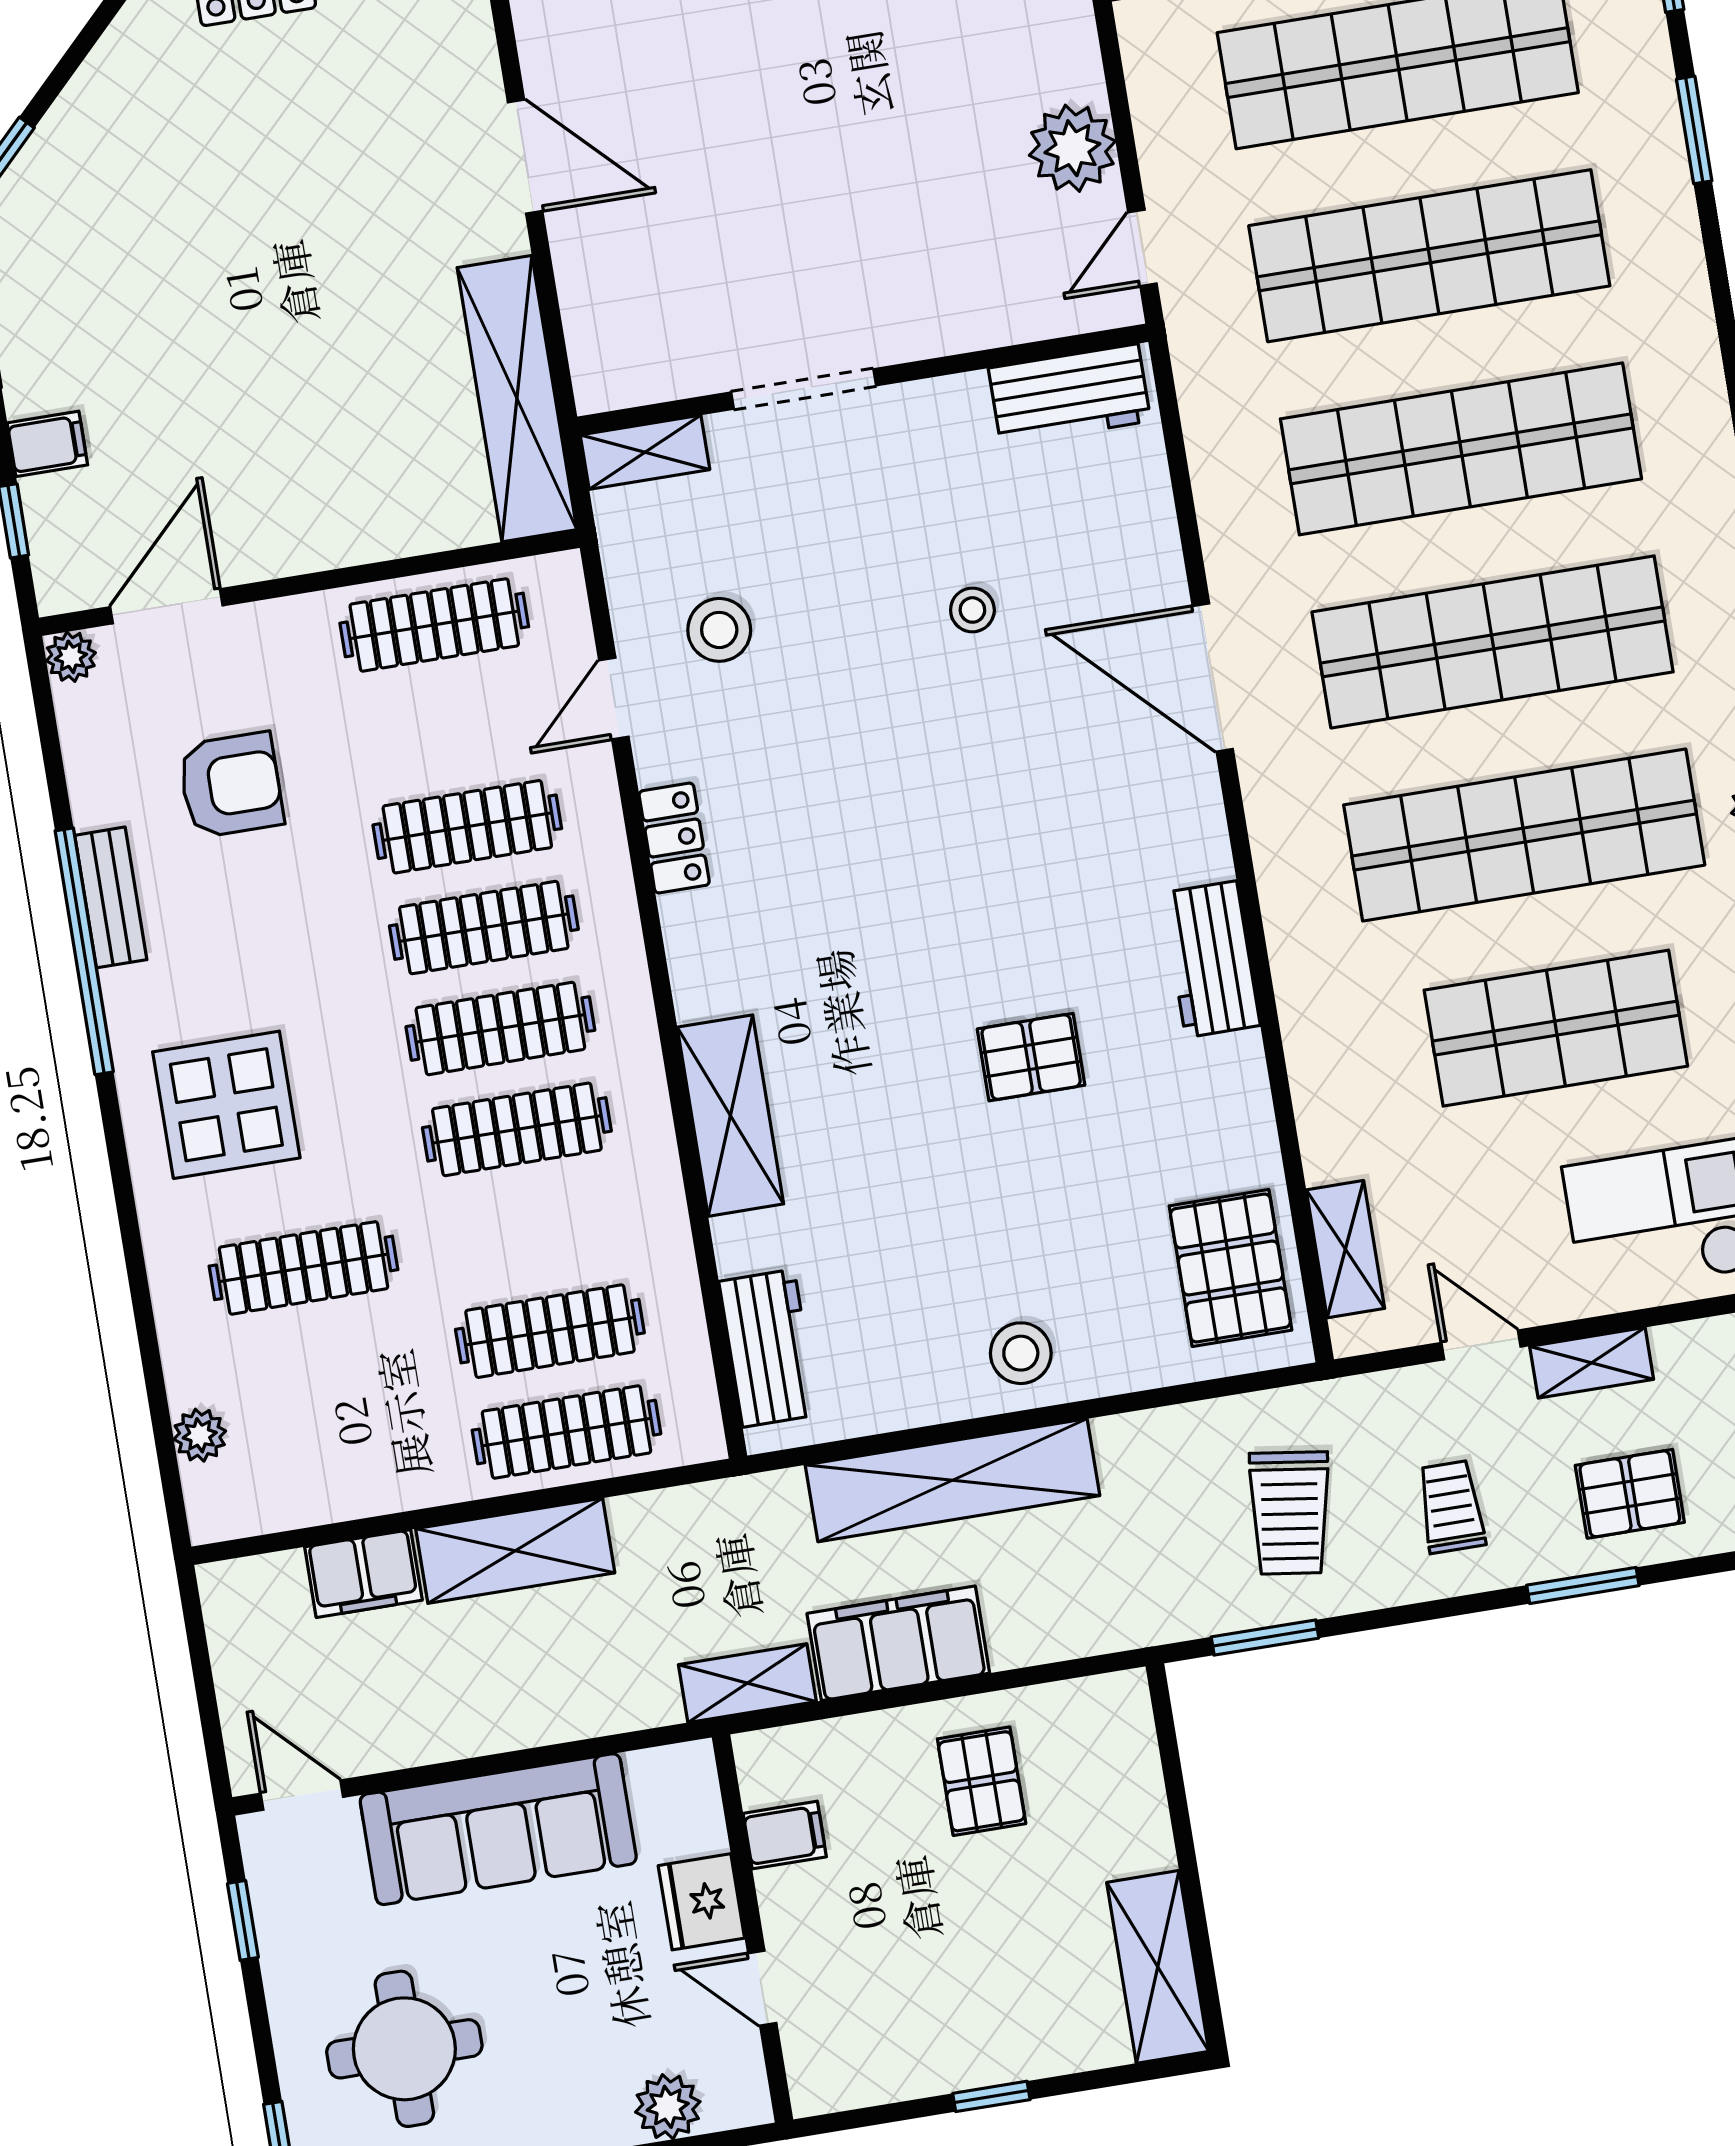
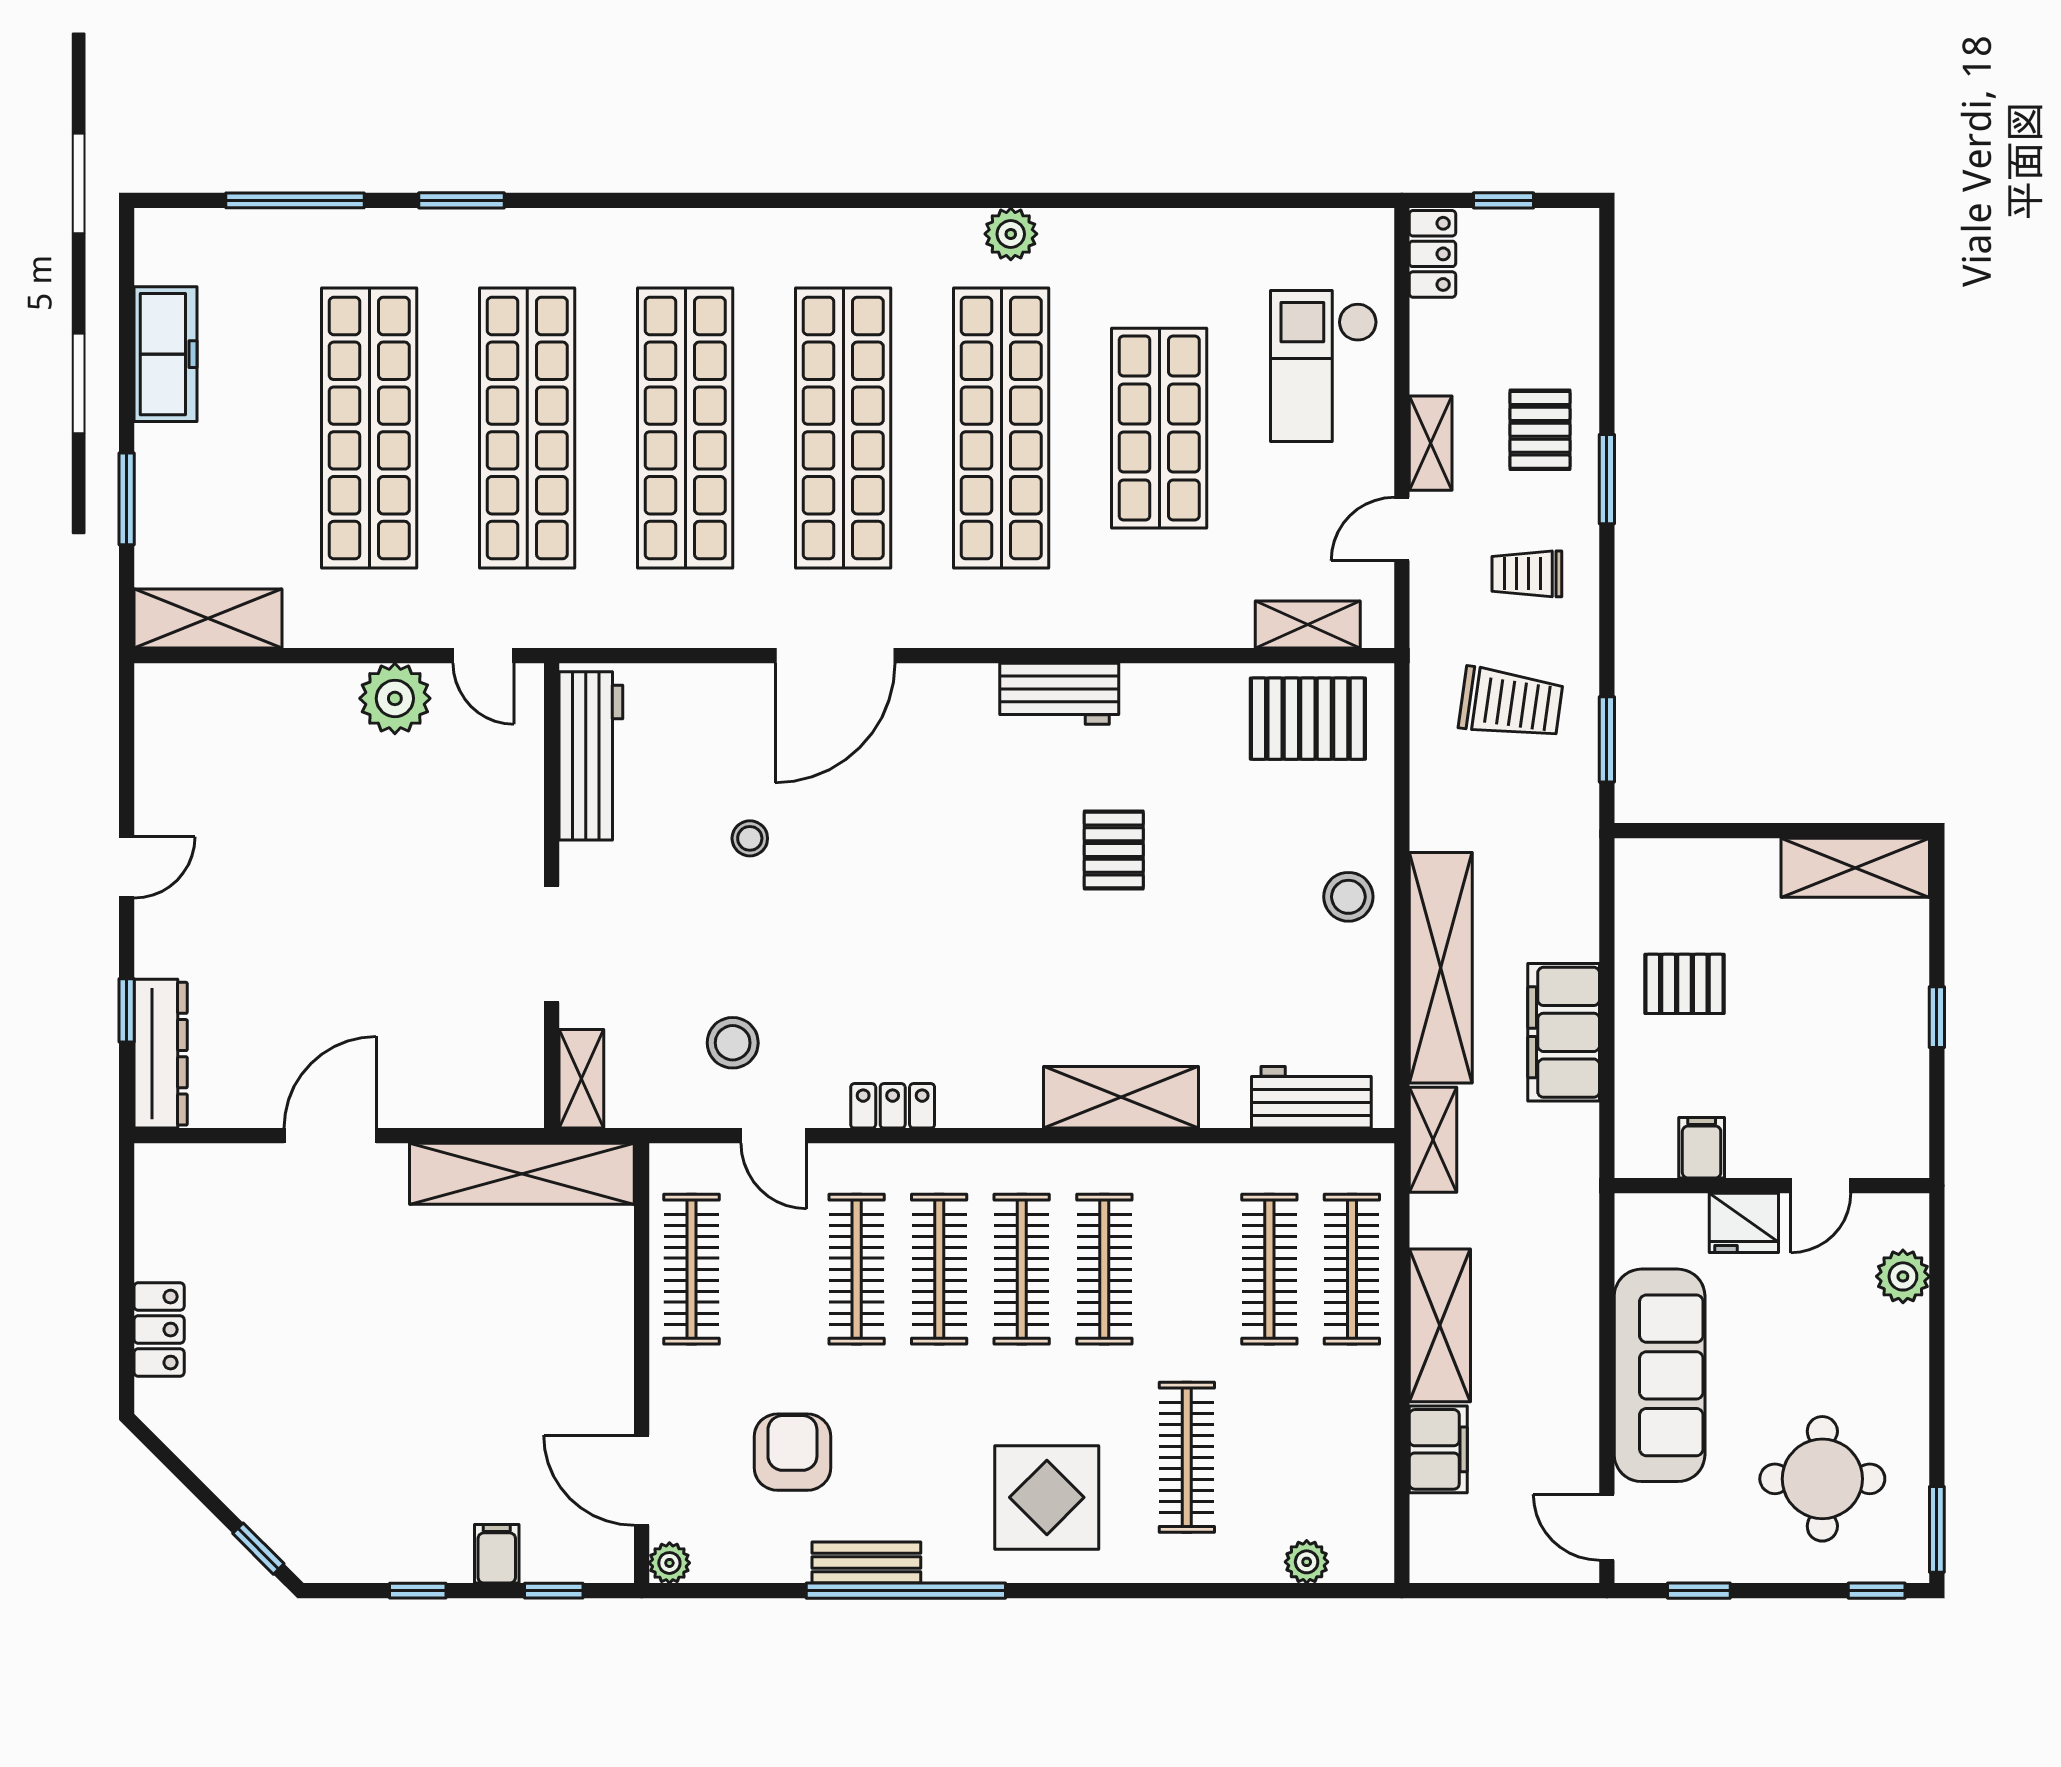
workbench: (1069, 395) -> (591, 756), width x1.38
shelving: (747, 1683) -> (1433, 1140), moved
door: (302, 1795) -> (1607, 1527), hinge flipped

